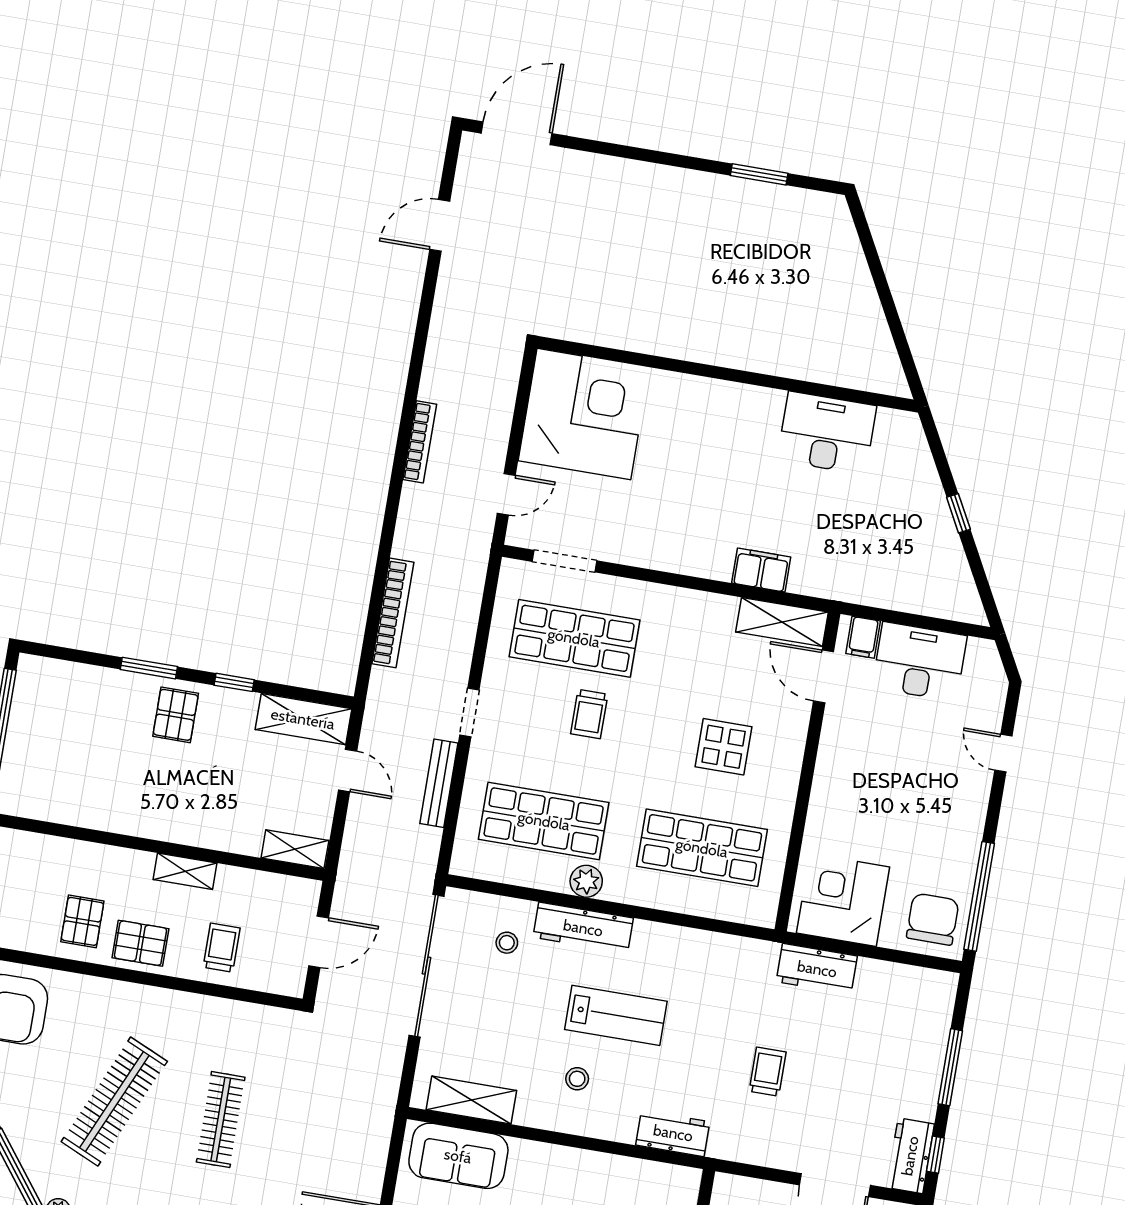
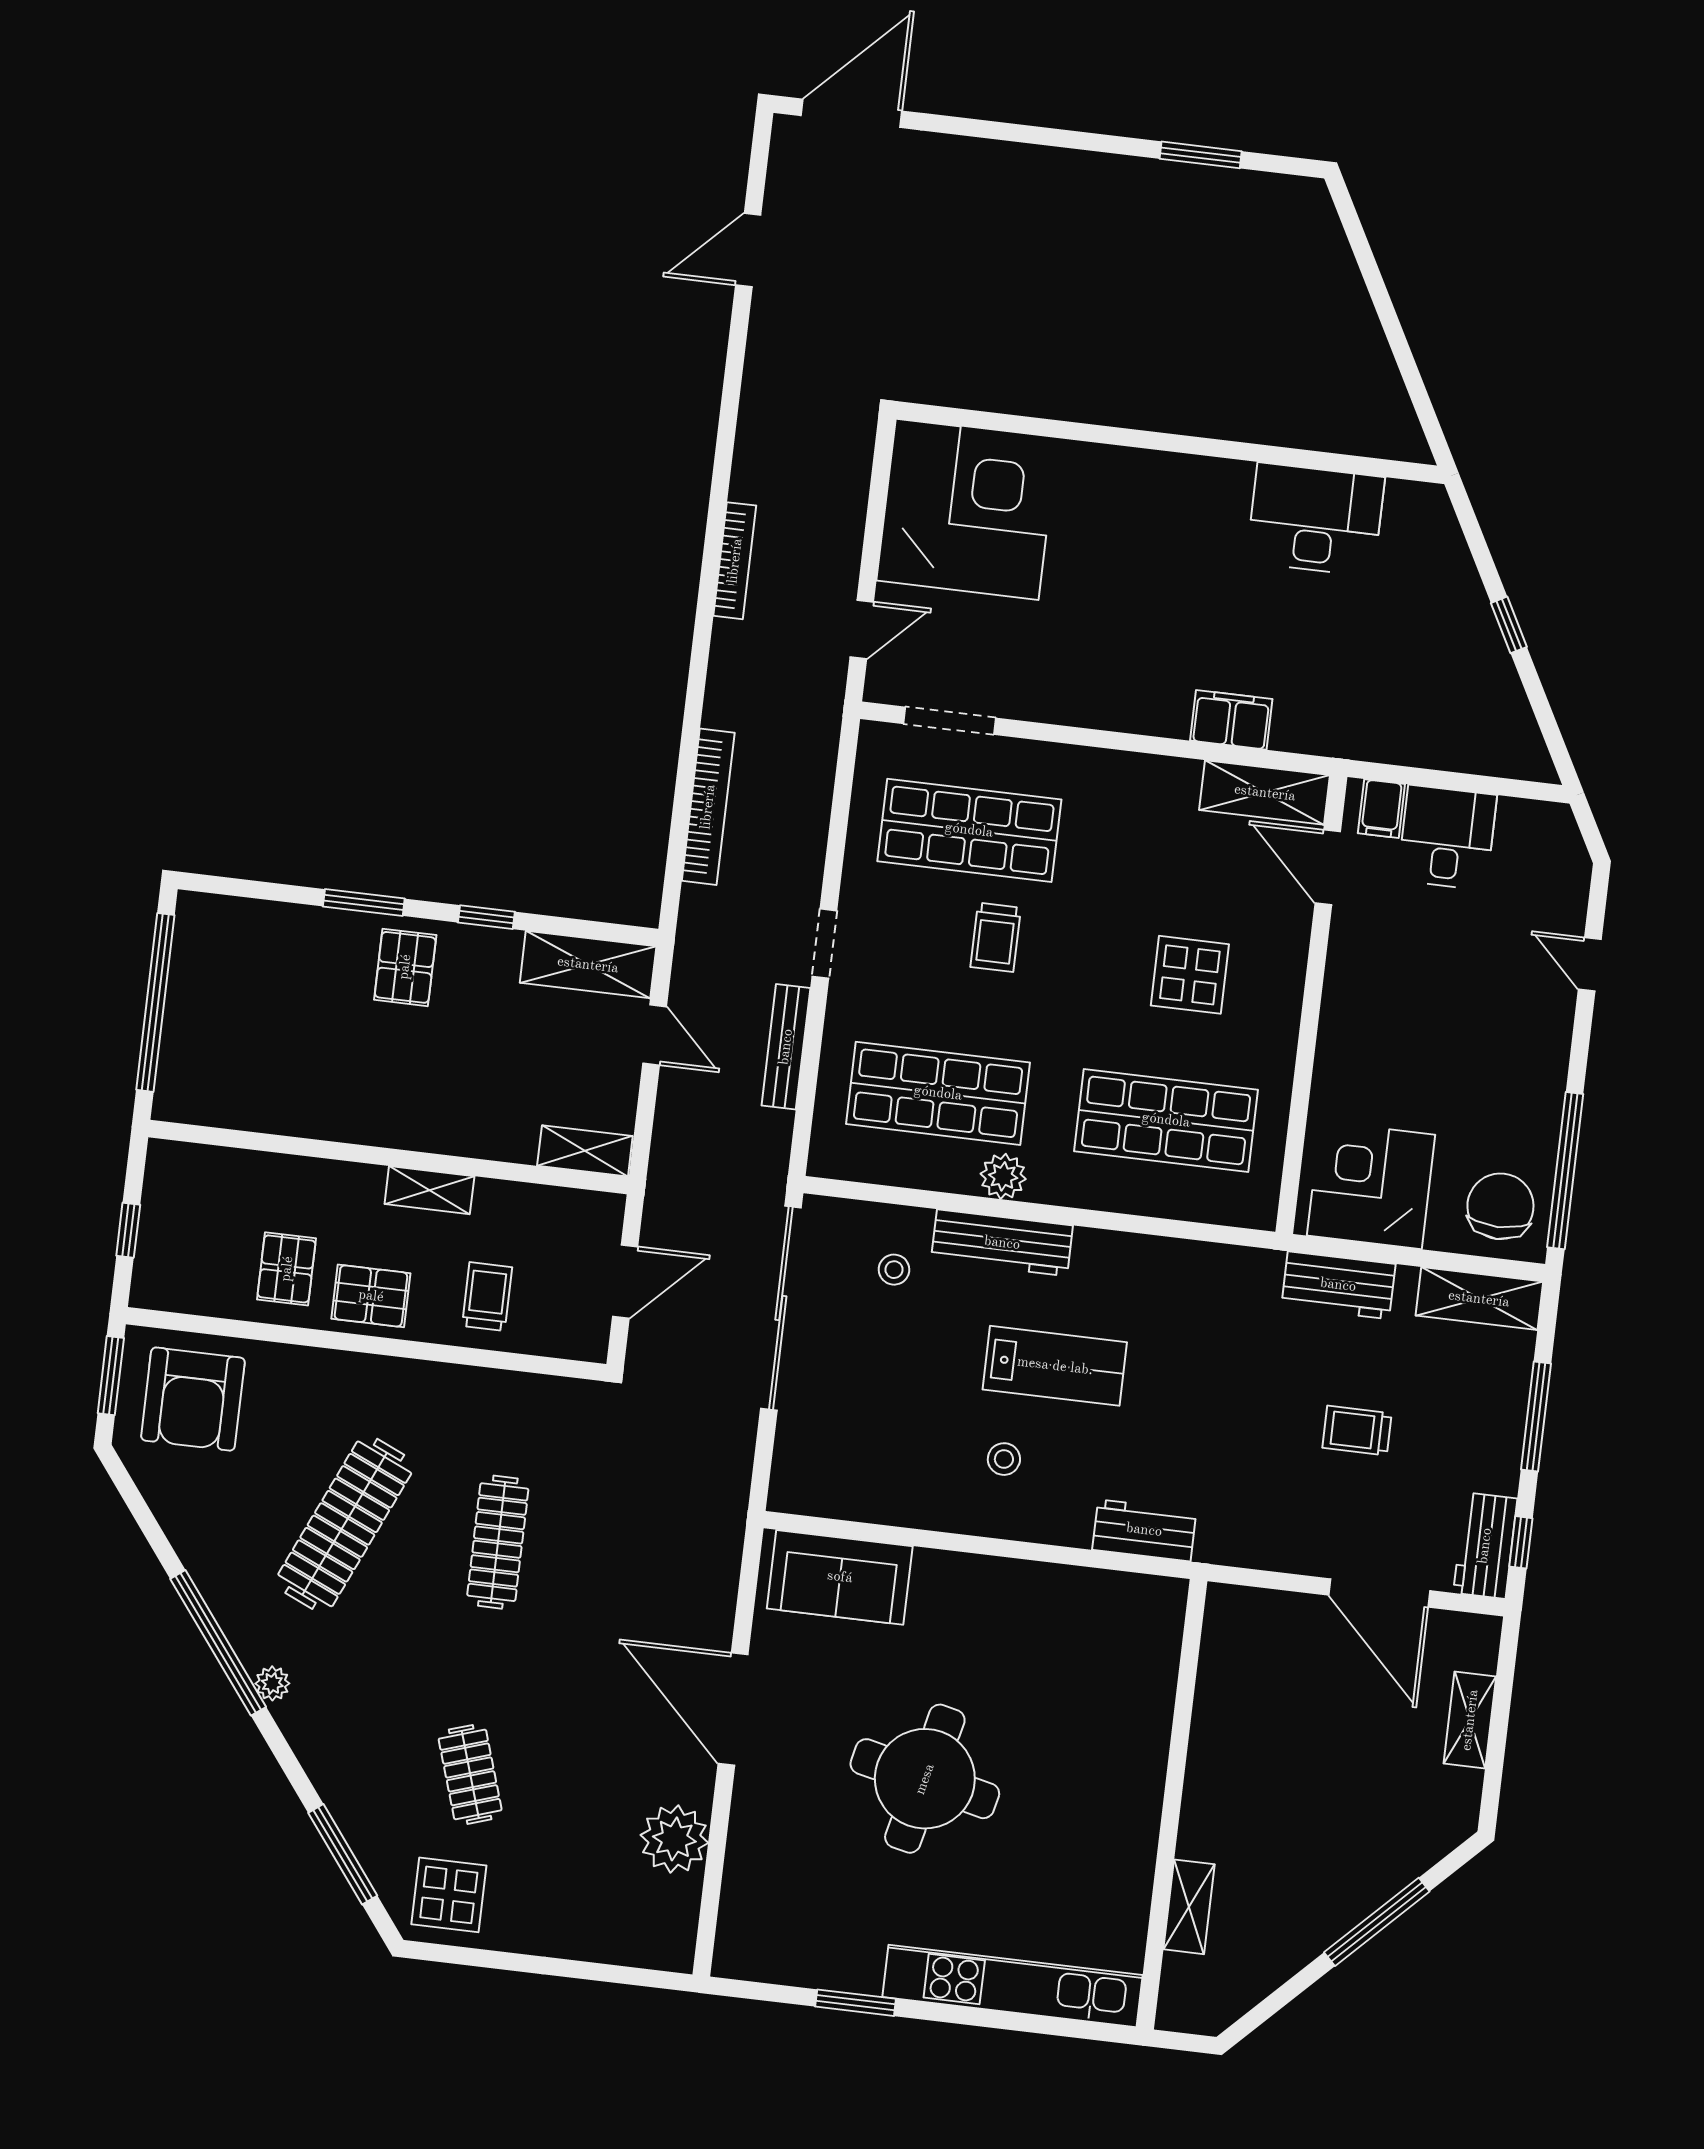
desk: (920, 662) -> (1447, 838), width x0.73
trolley: (768, 1072) -> (1357, 1431), moved, turned -90
shelving: (471, 1100) -> (1479, 1299), moved

